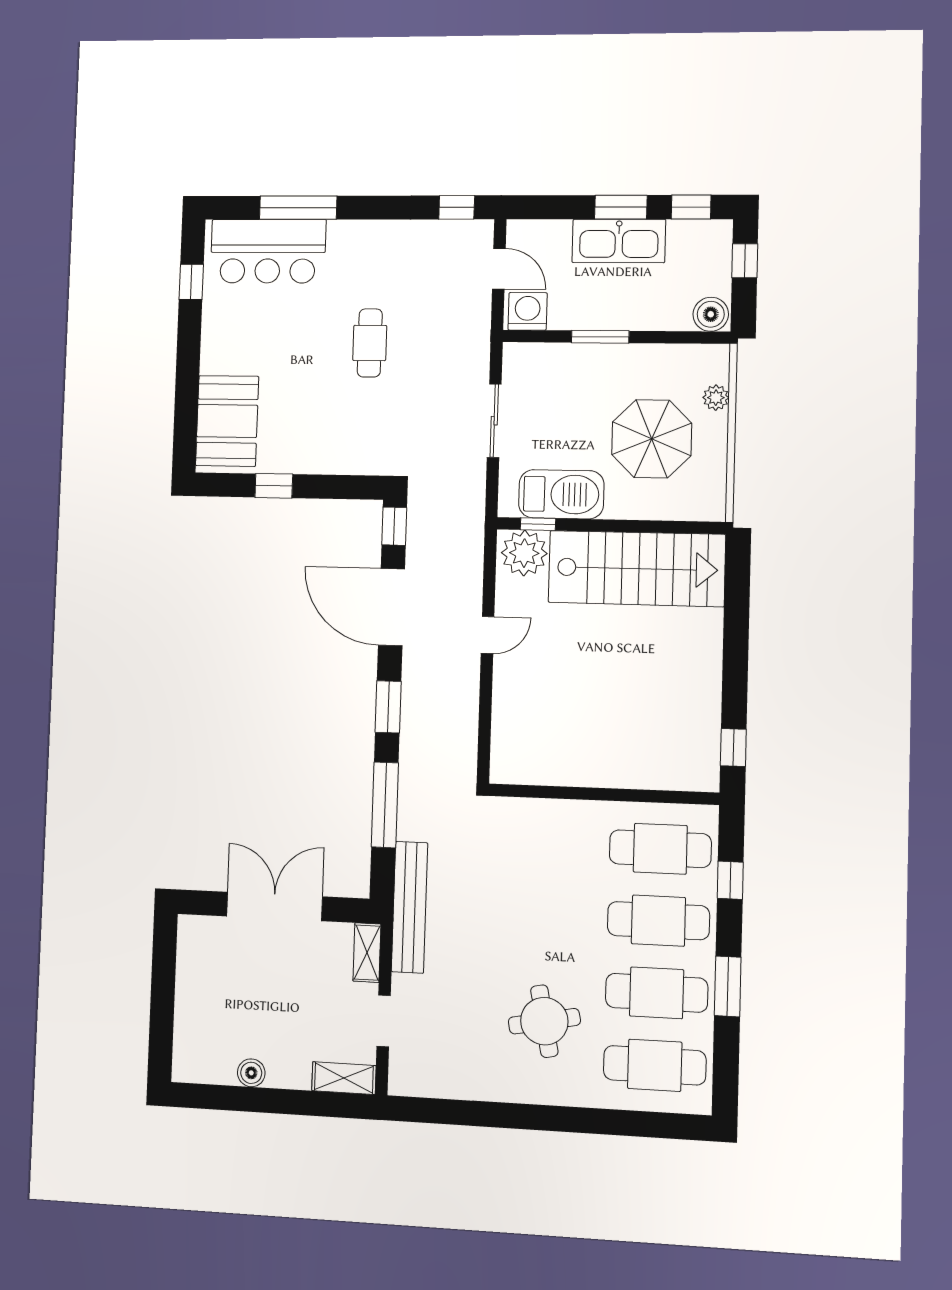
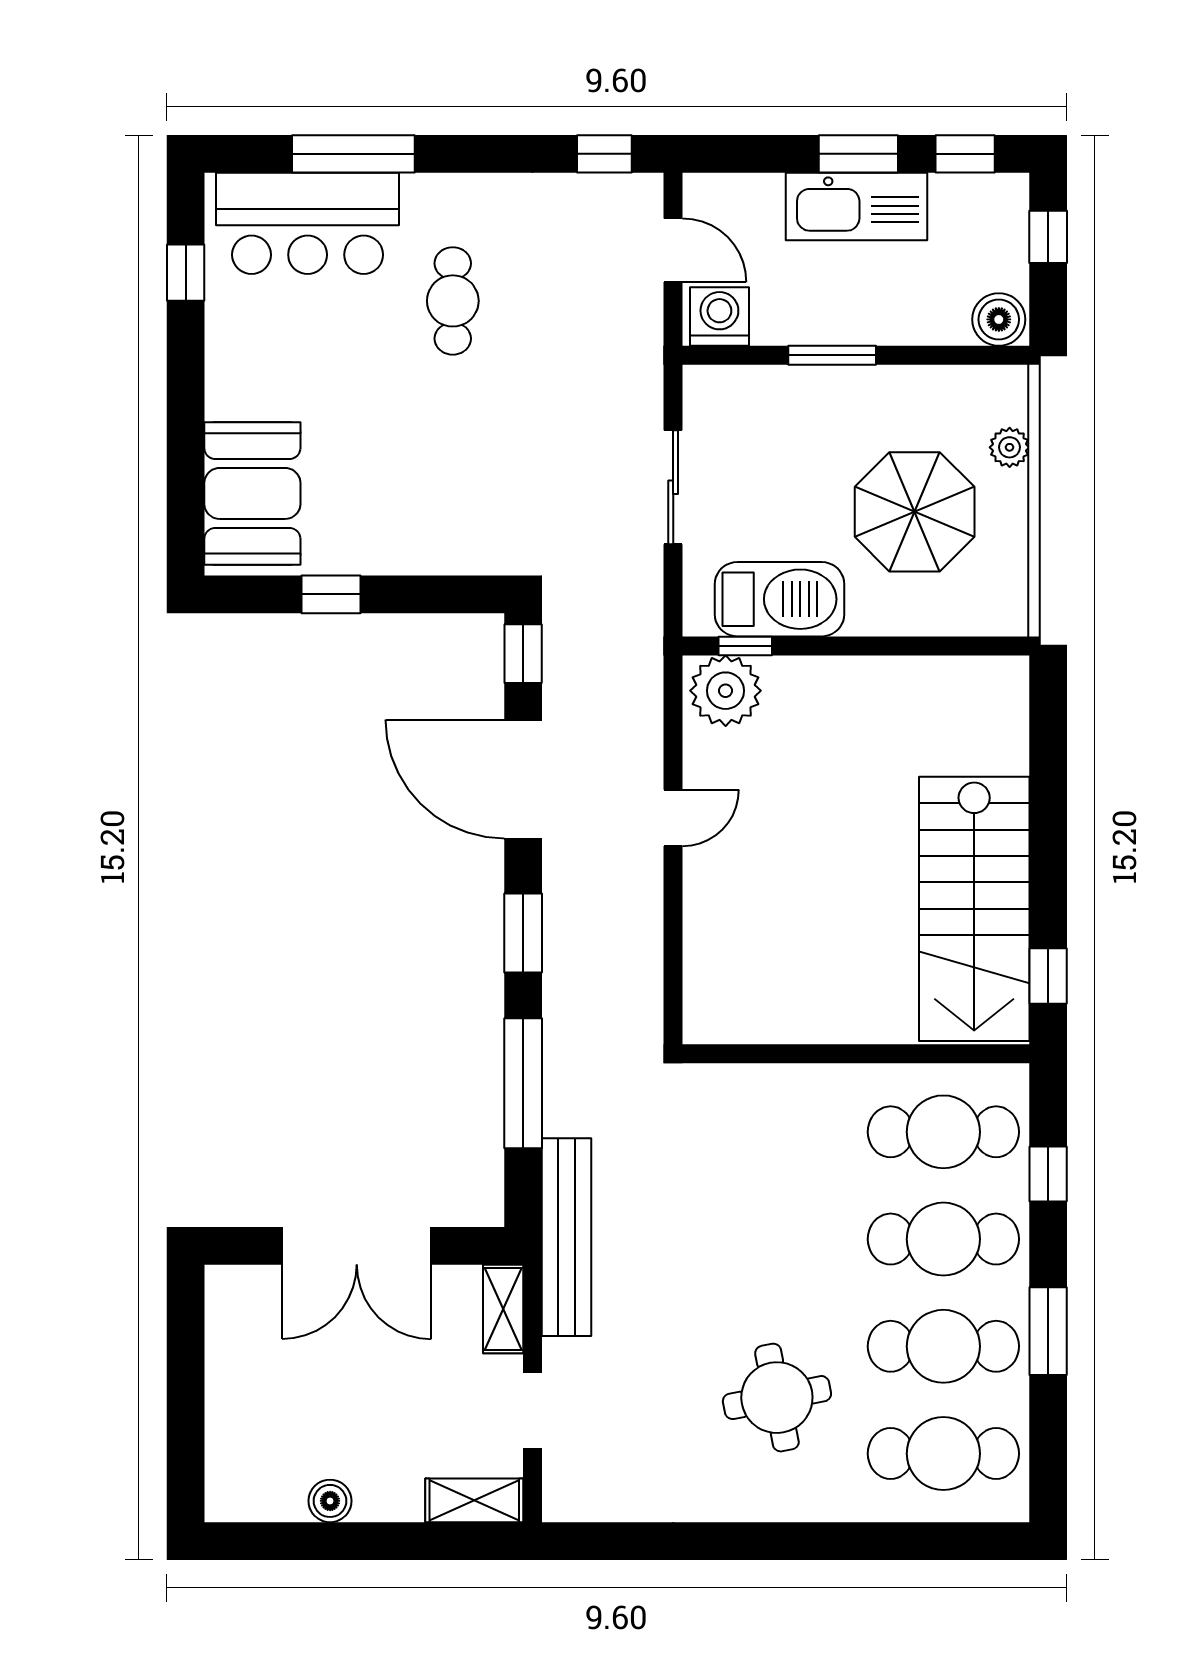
cafe table: (370, 343) -> (453, 301), moved
stairs: (637, 569) -> (974, 909), moved, turned 90
double door: (274, 906) -> (357, 1246), swing flipped

